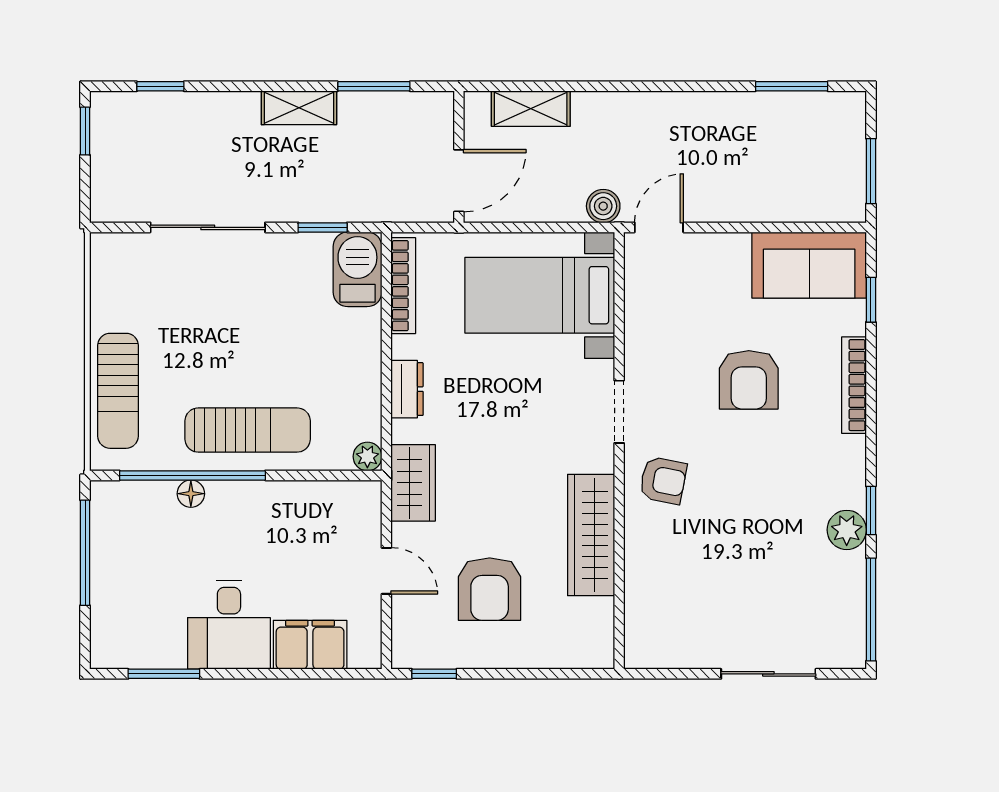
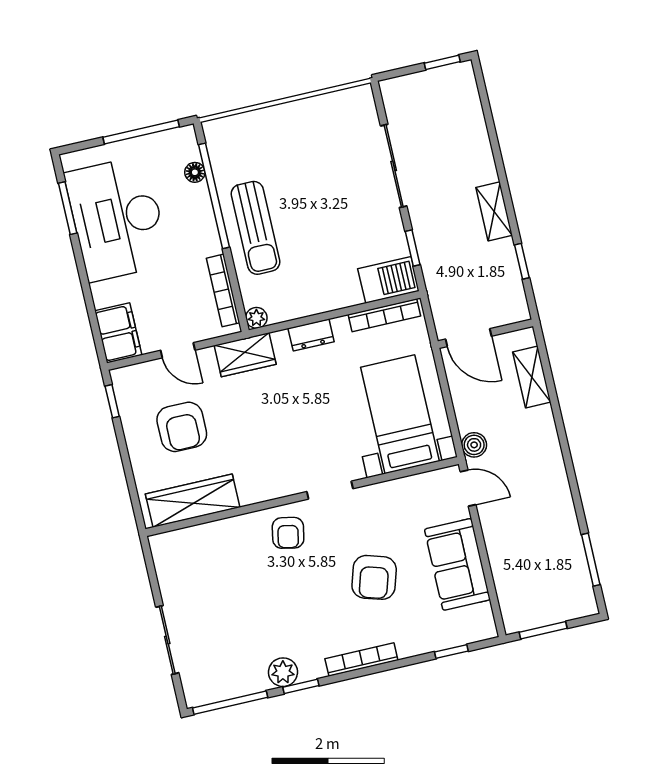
window: (160, 86) -> (487, 109), removed
window: (374, 86) -> (522, 261), width x0.67
sofa: (809, 265) -> (457, 564), moved
armchair: (749, 380) -> (374, 577), turned -73
bookcase: (854, 385) -> (361, 660), moved
sun lounger: (118, 391) -> (262, 129), removed
bookcase: (321, 492) -> (223, 290), added
floor lamp: (191, 494) -> (195, 172), moved
wardrobe: (591, 535) -> (193, 501), moved
door: (386, 571) -> (178, 350), hinge flipped
armchair: (490, 589) -> (182, 427), turned -90
desk: (229, 625) -> (117, 219), width x1.87, depth x1.30
filing cabinet: (310, 645) -> (118, 333), moved

